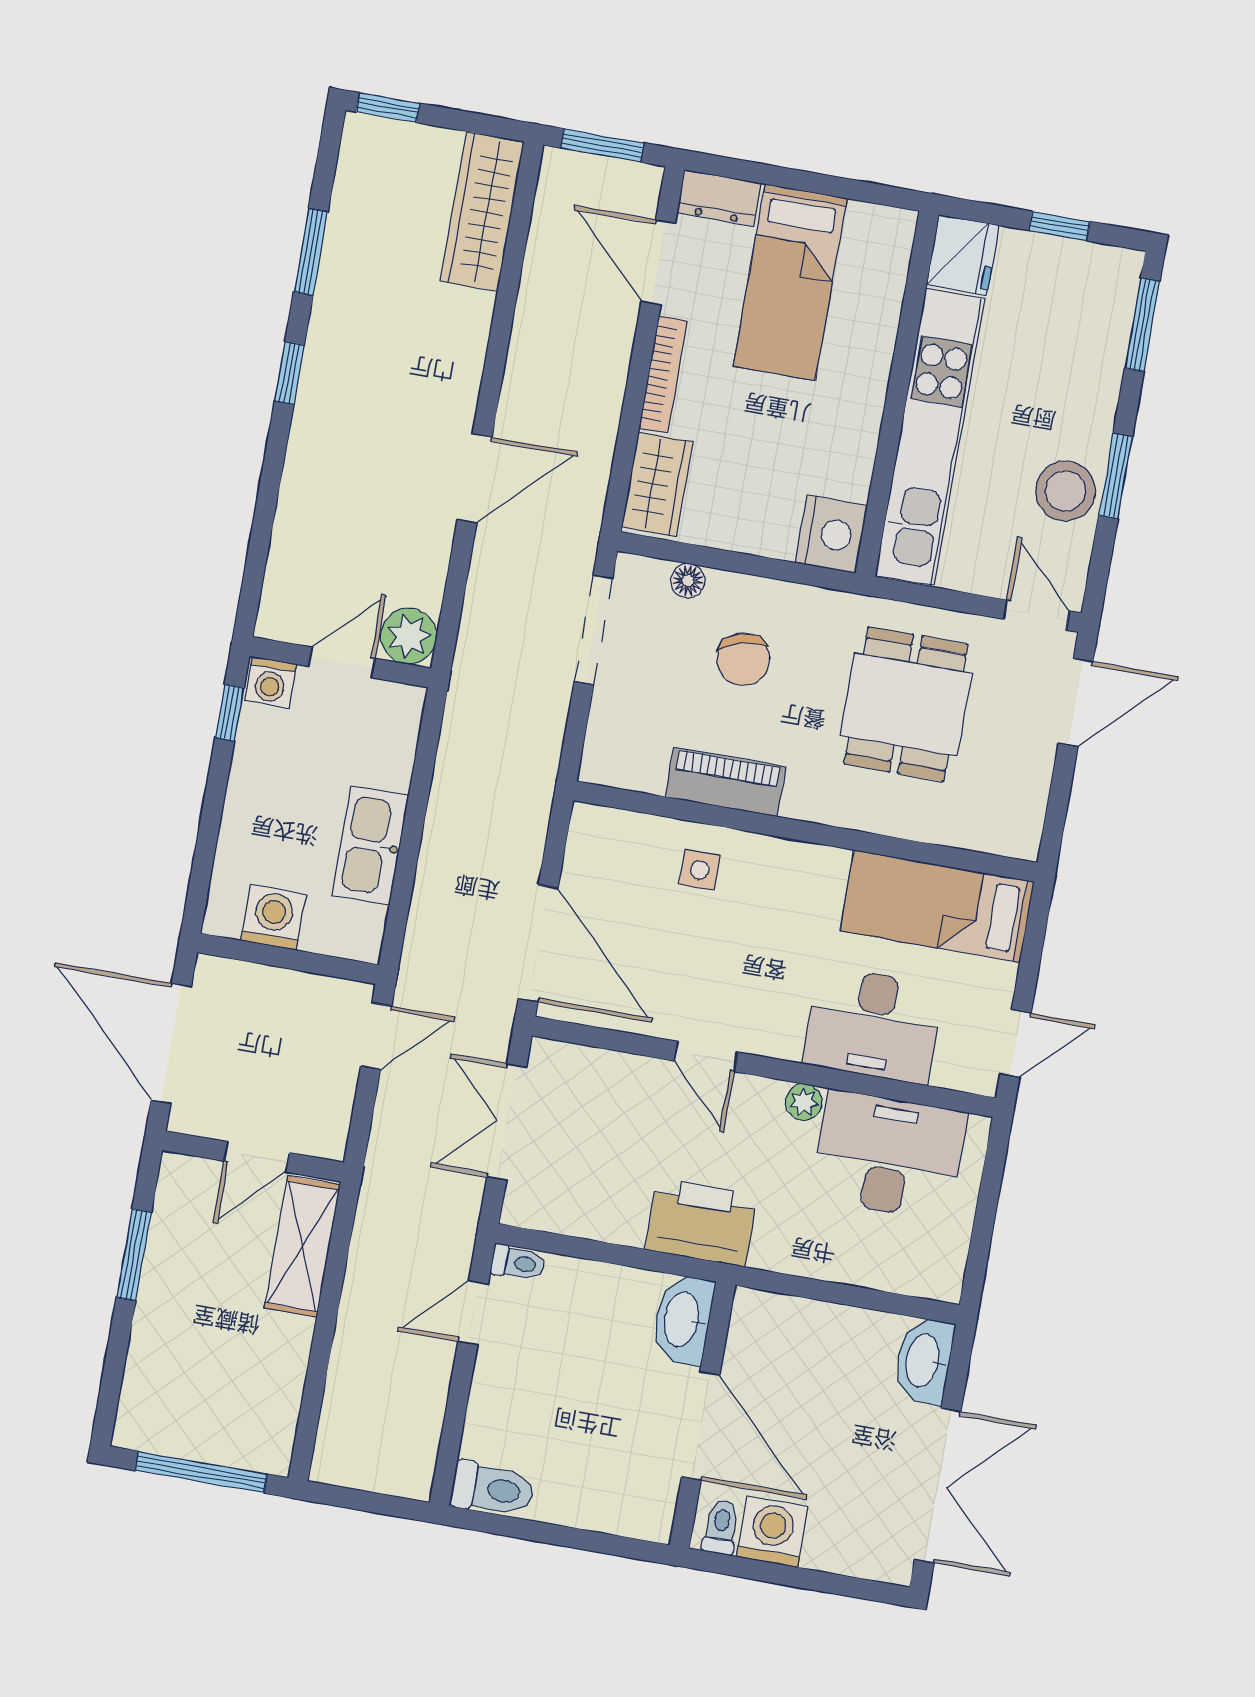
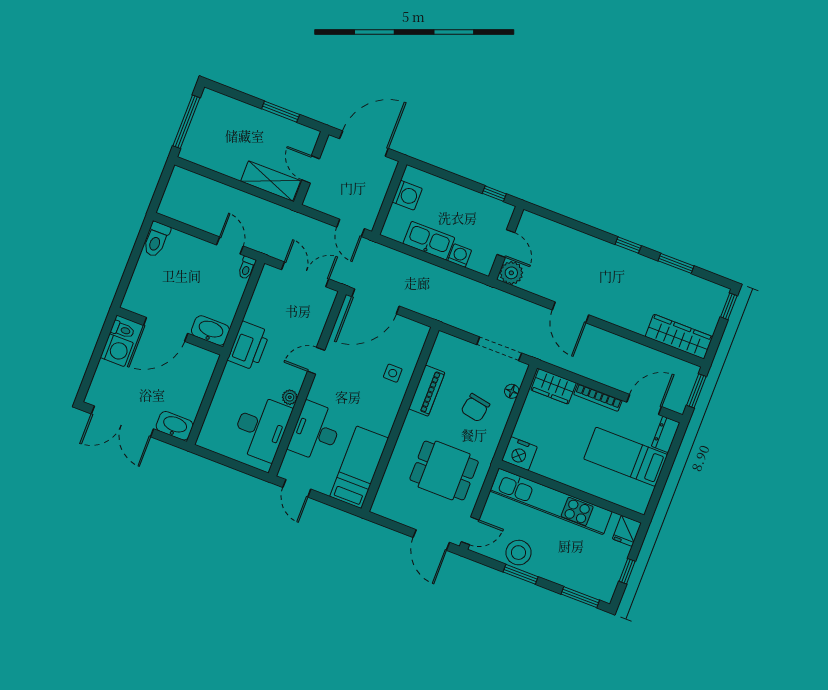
fridge: (963, 255) -> (627, 531), width x0.72
chair: (743, 659) -> (475, 408), turned -64
washing machine: (270, 682) -> (460, 256), moved, turned 90

